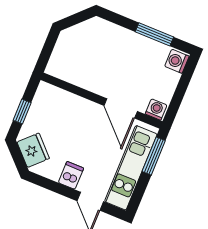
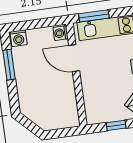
door: (121, 108) -> (74, 58), swing flipped

